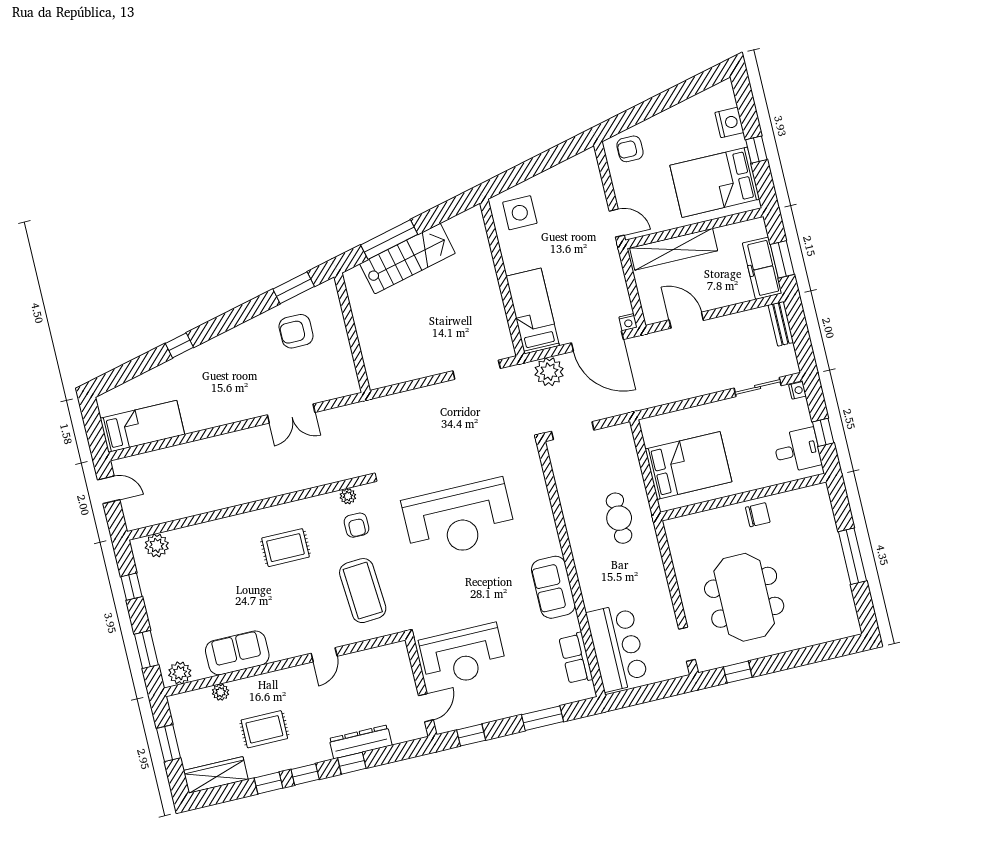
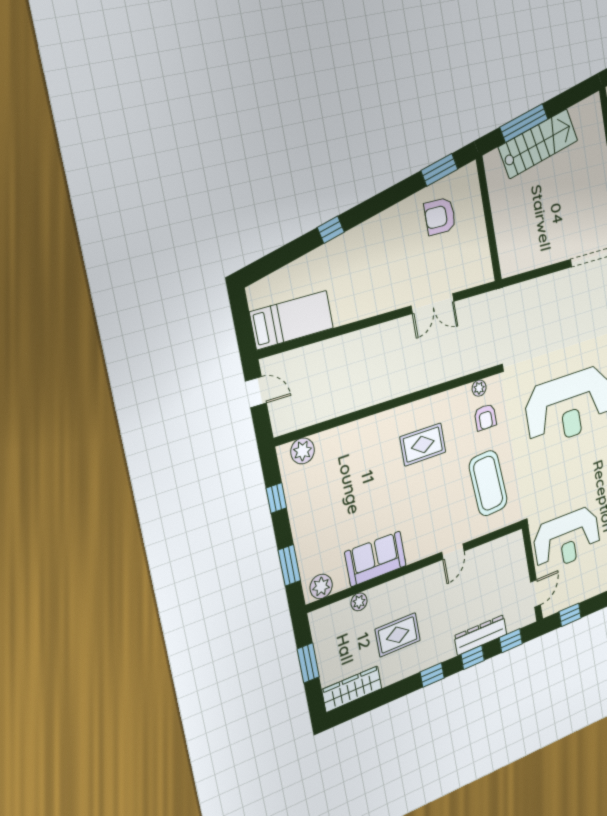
window: (268, 783) -> (511, 641), moved

